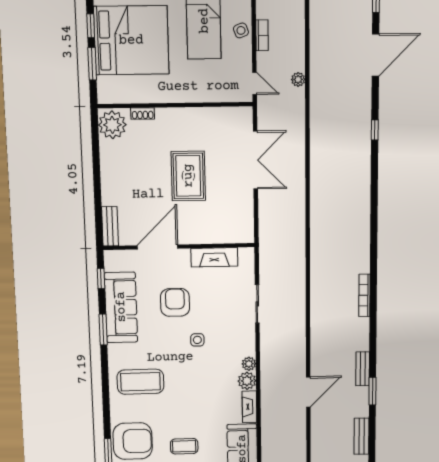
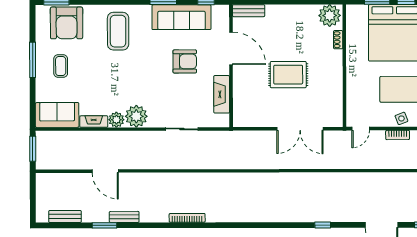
plant: (298, 79) -> (363, 163), removed
side table: (197, 340) -> (153, 79), removed
plant: (249, 364) -> (136, 116), width x1.87, depth x1.87

